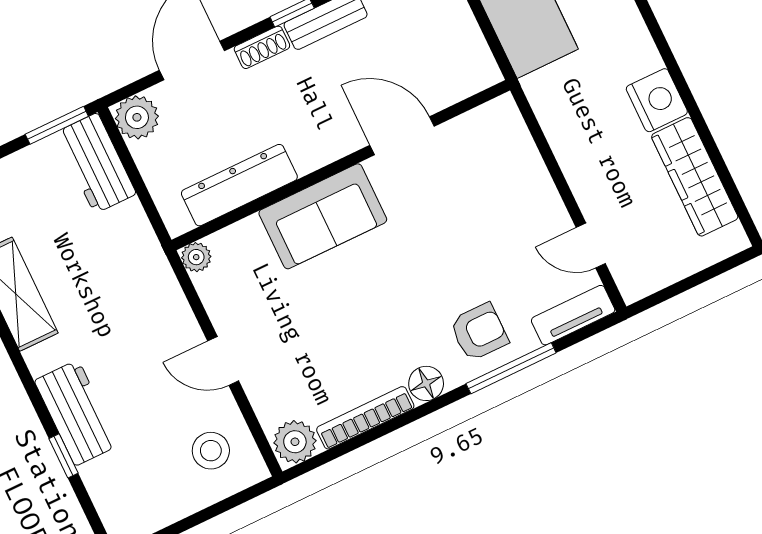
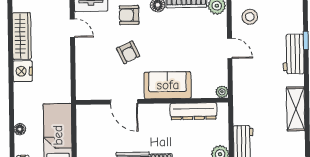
armchair: (443, 249) -> (128, 52), added

